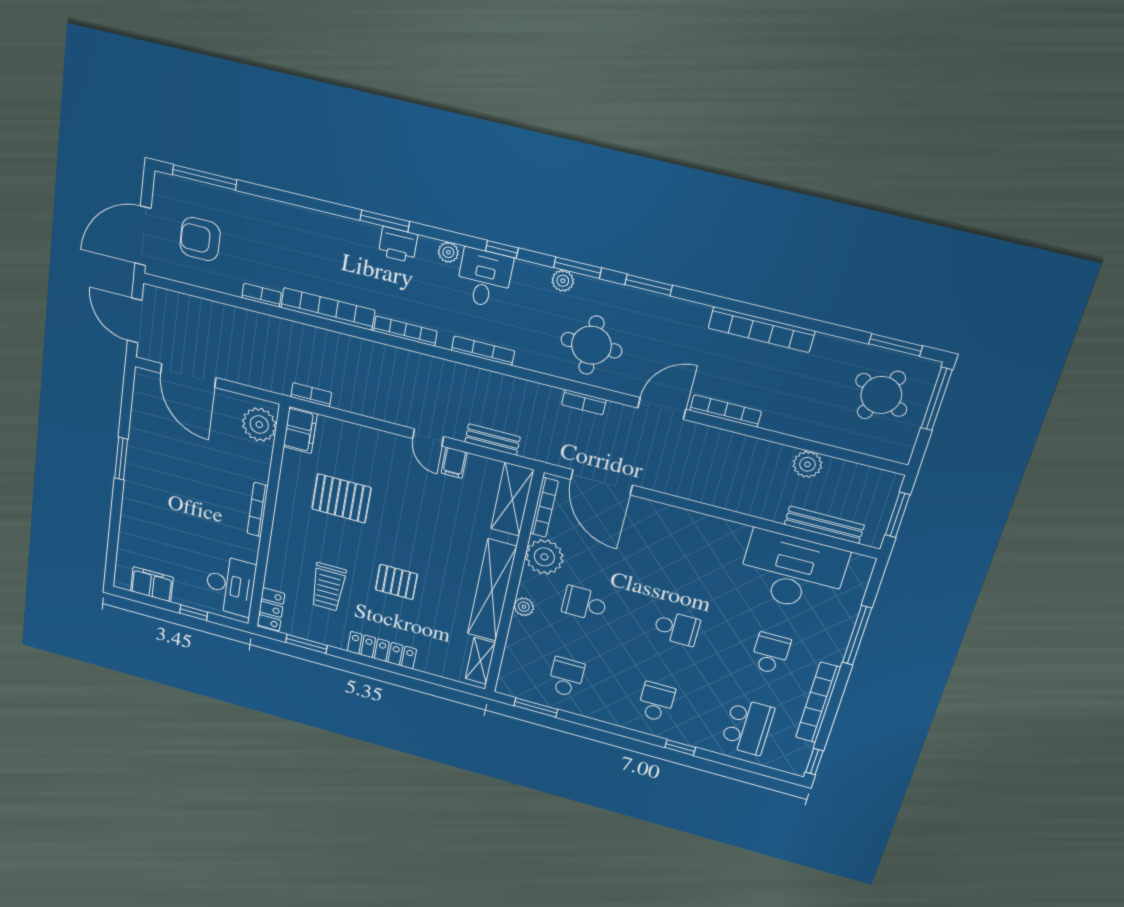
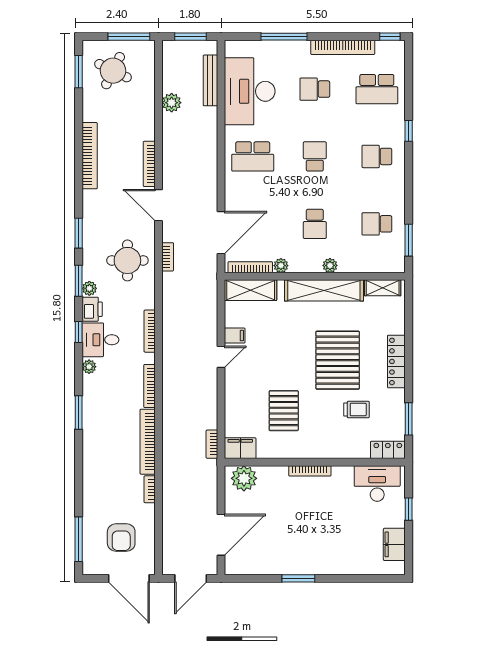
printer: (398, 245) -> (92, 309), moved
window: (937, 399) -> (129, 37), moved
bench: (493, 440) -> (210, 312), removed
school desk: (698, 551) -> (253, 156), added
plant: (544, 557) -> (281, 266), width x0.53, depth x0.53
pallet: (396, 582) -> (338, 360), width x2.05, depth x2.00
trolley: (328, 587) -> (356, 410), width x0.73, depth x0.72
school desk: (748, 727) -> (377, 89), turned 180

